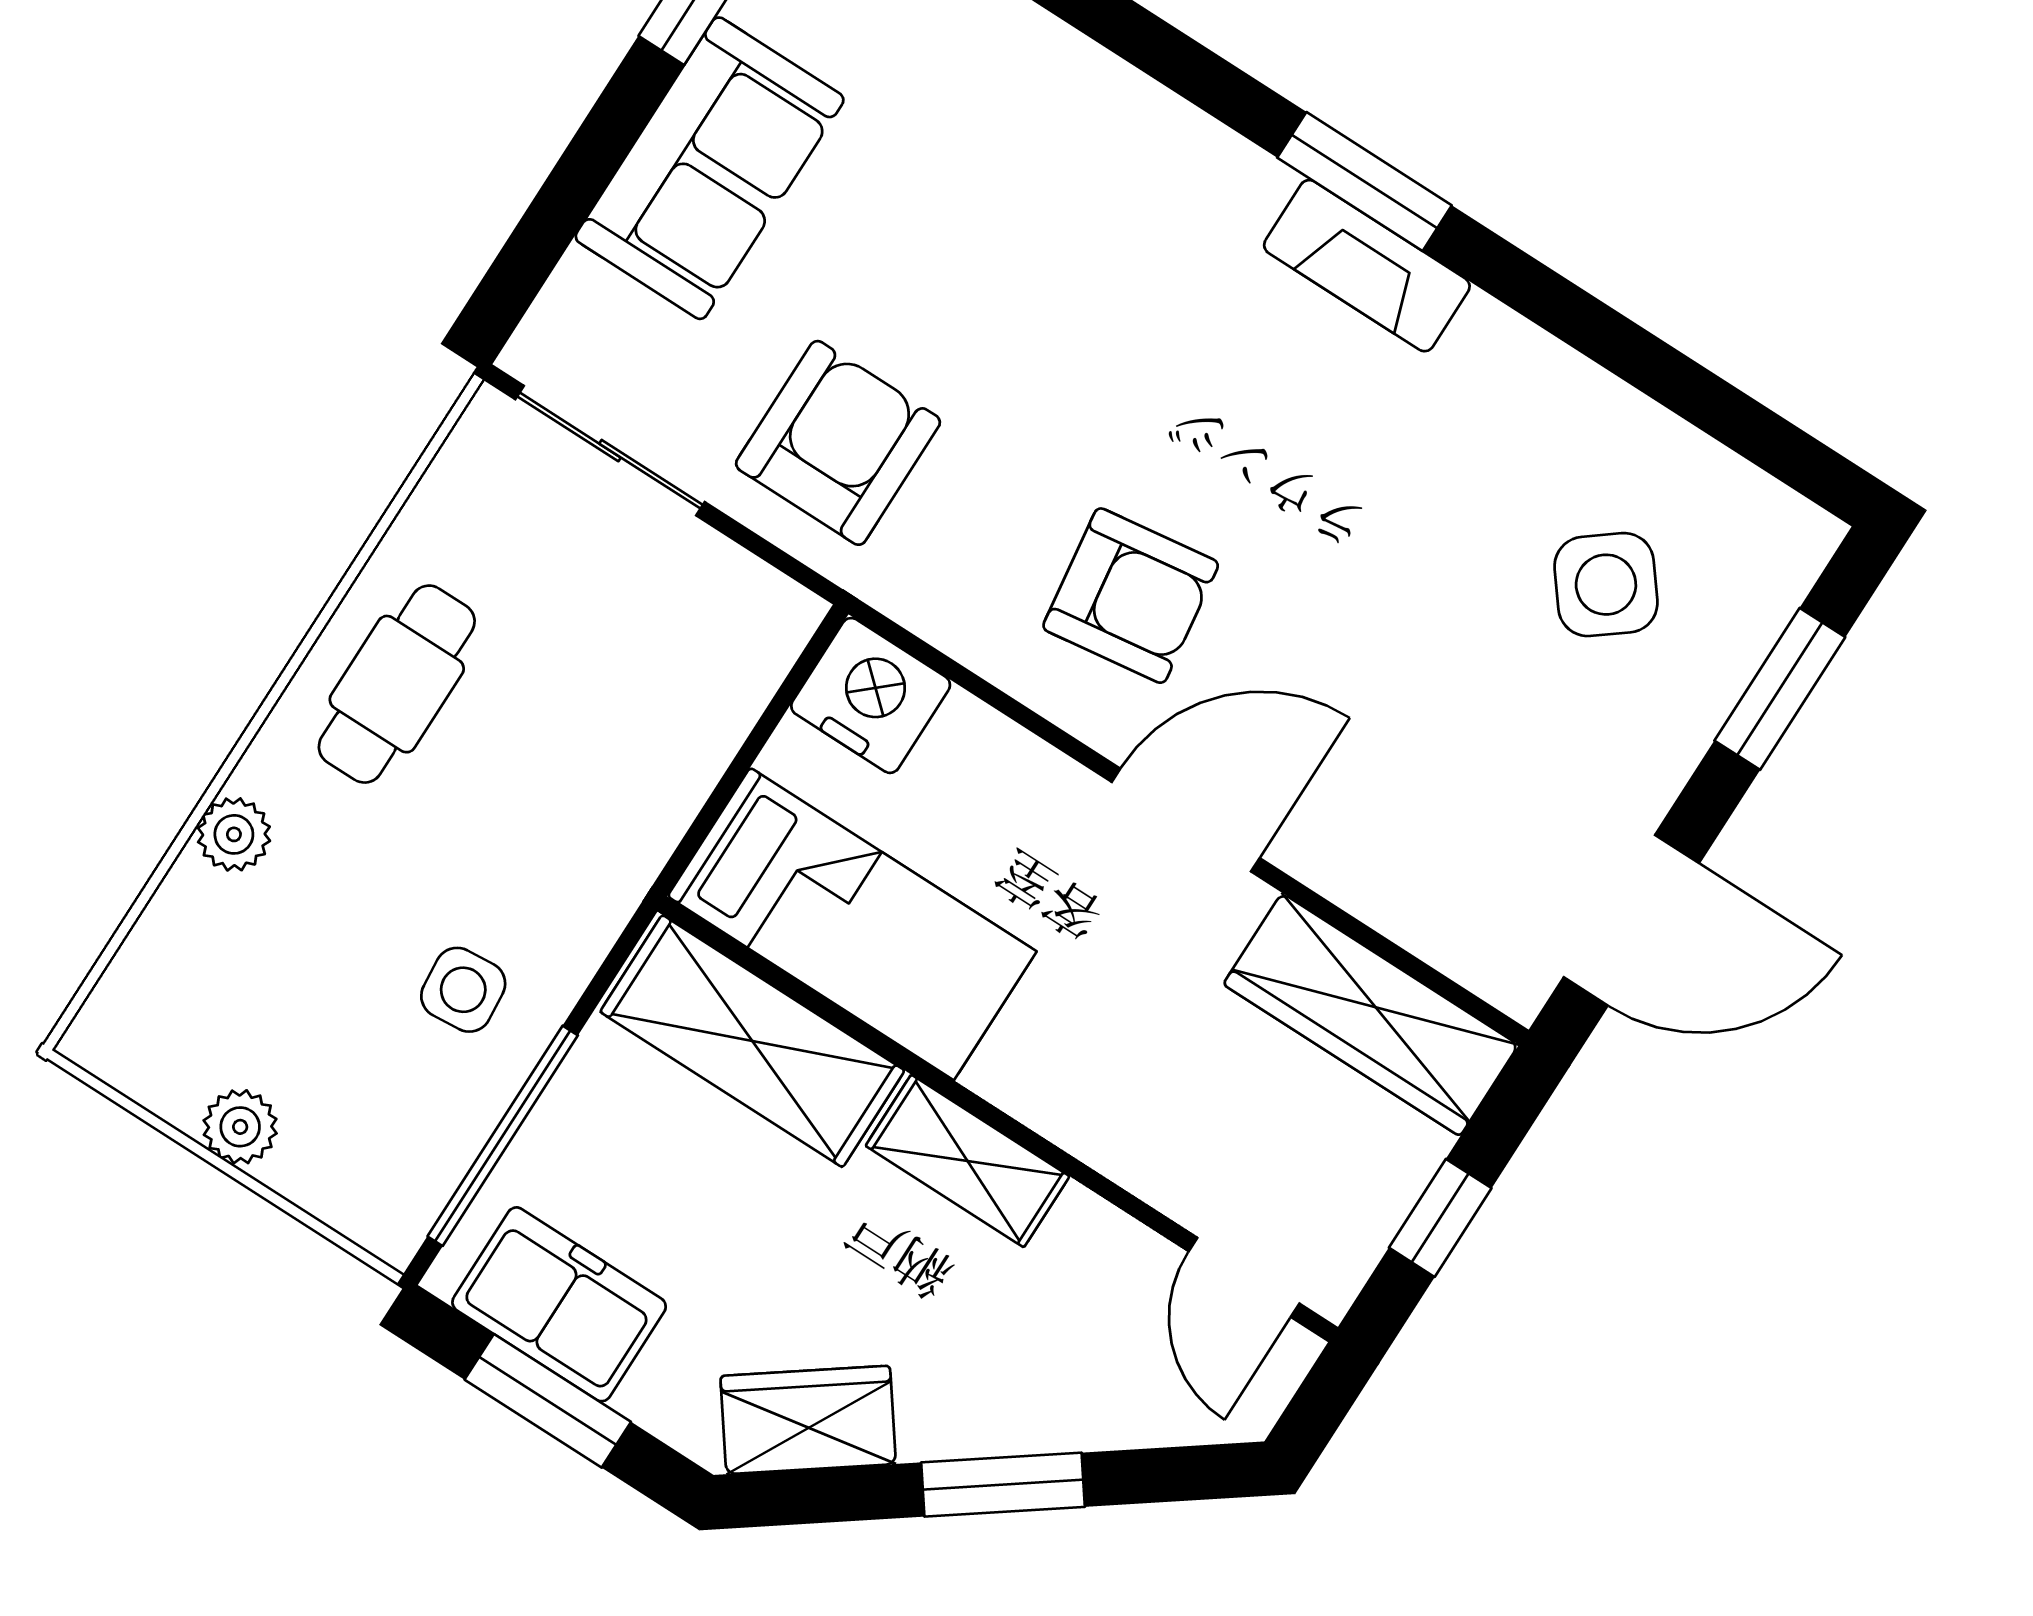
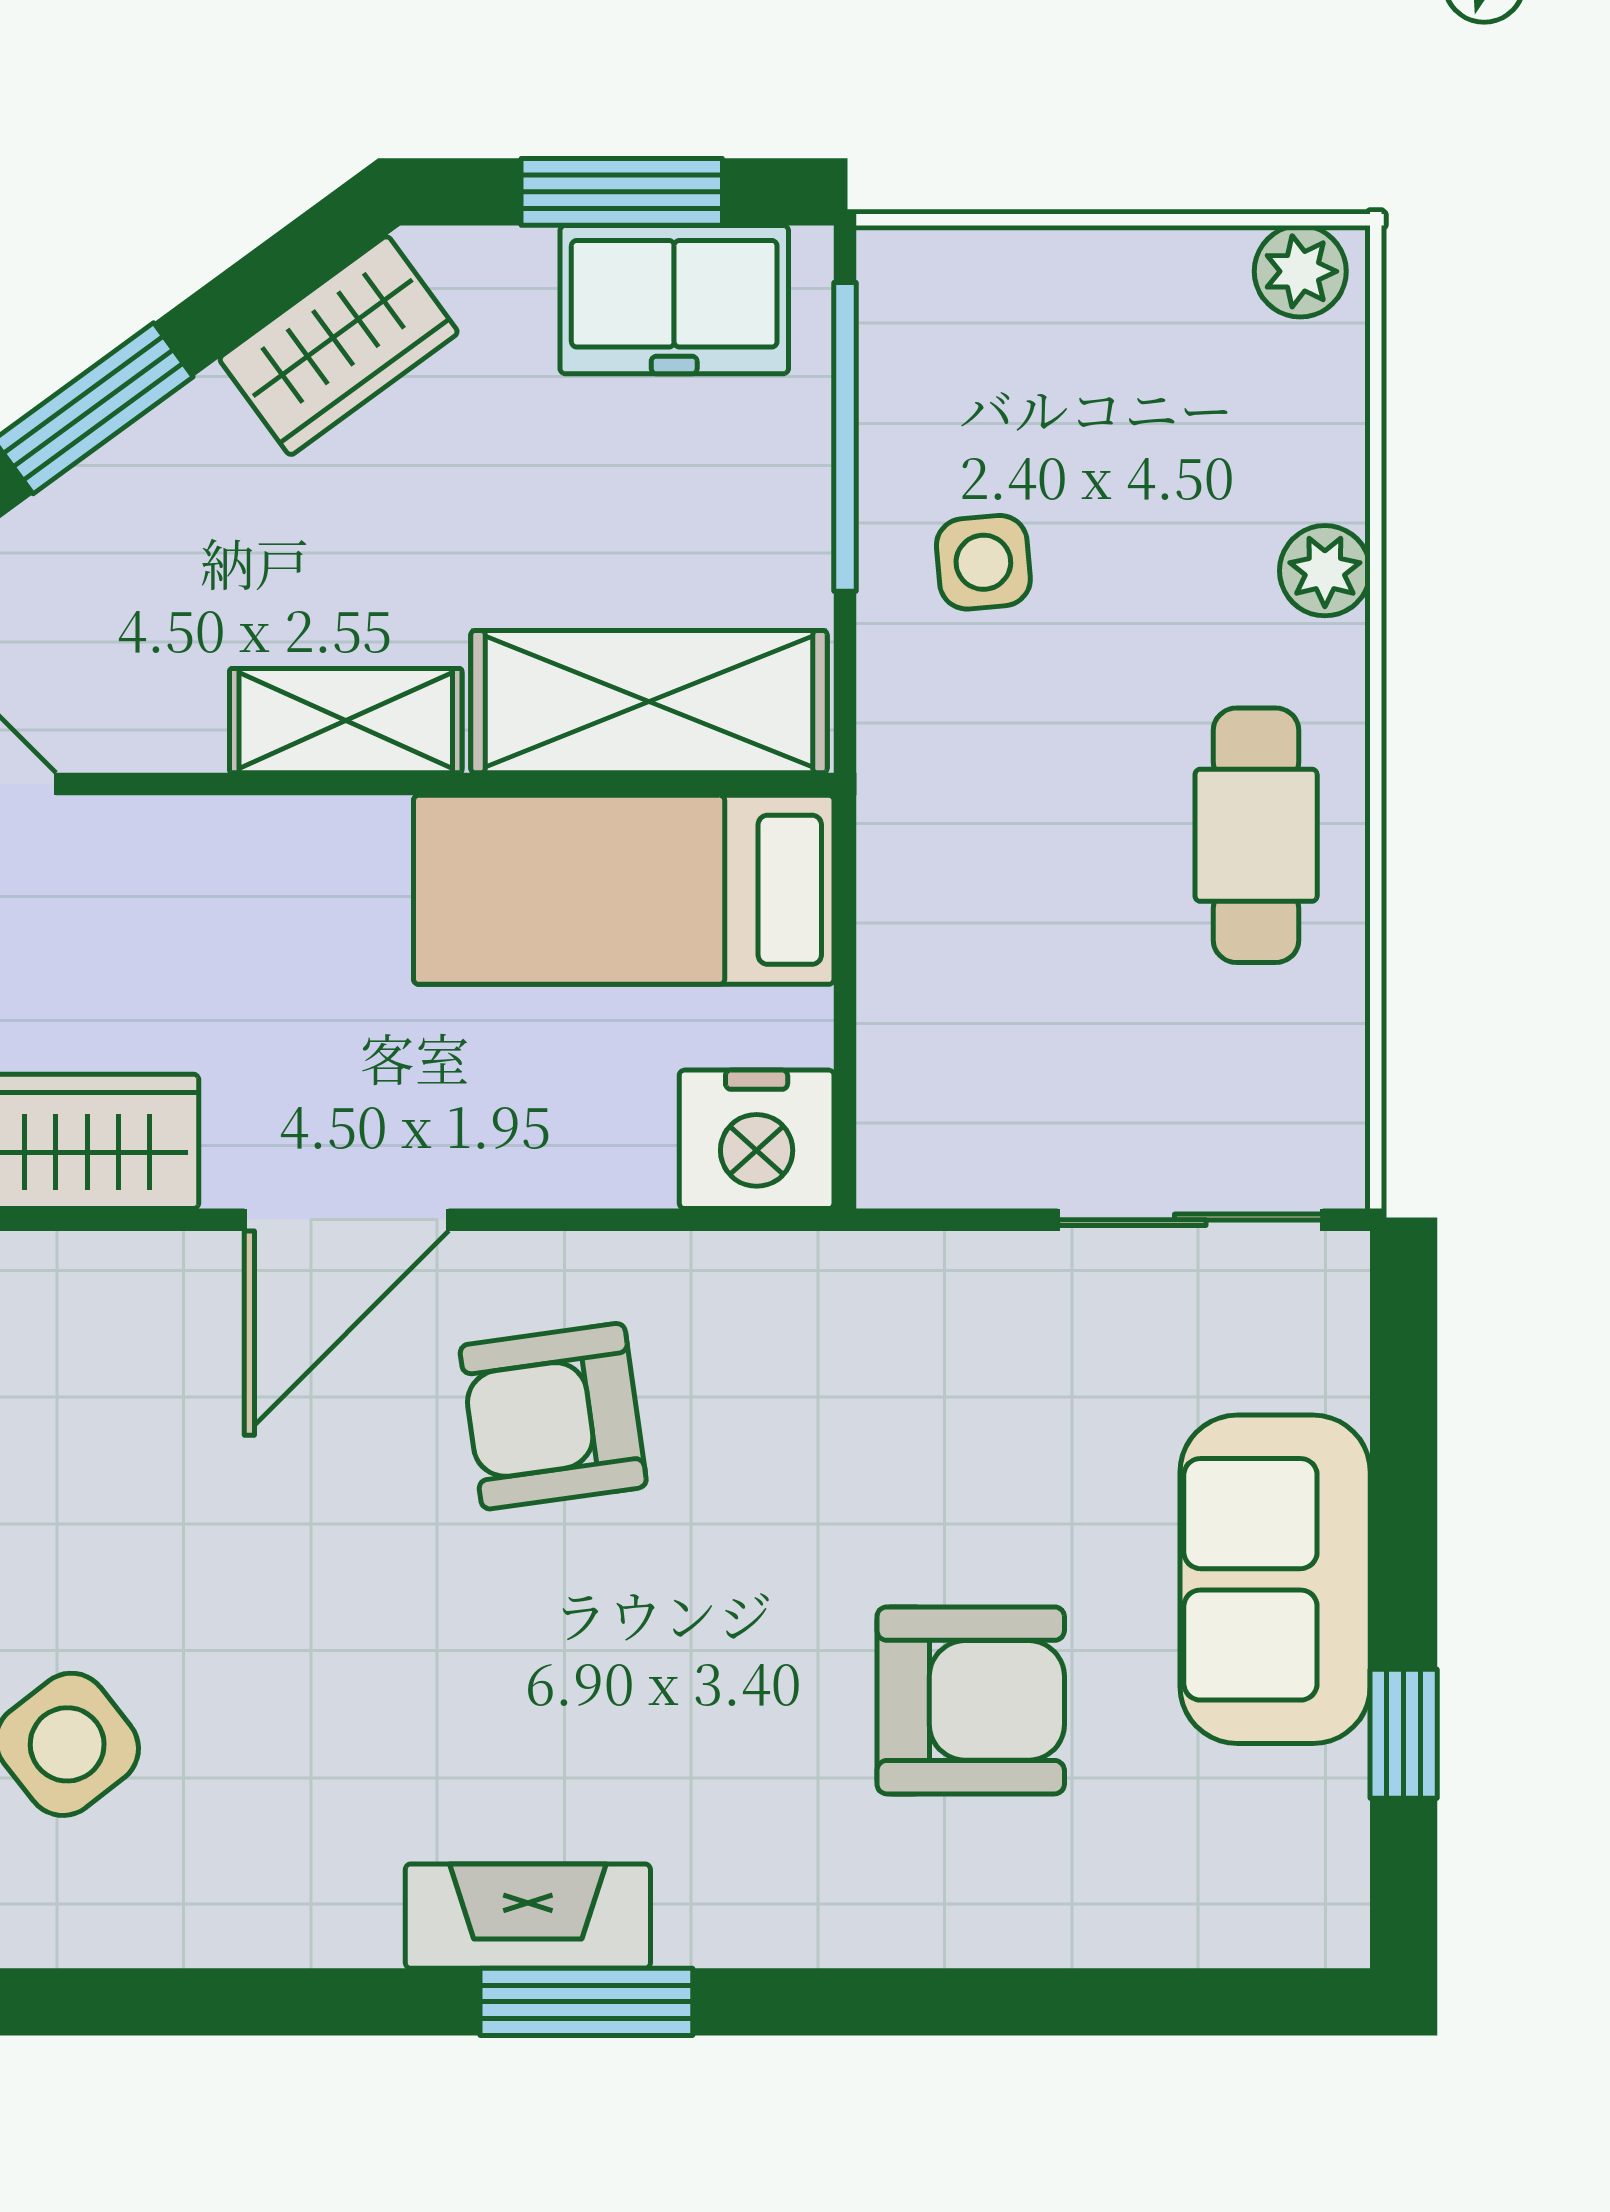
armchair: (838, 443) -> (971, 1700), moved, turned -90
plant: (240, 1127) -> (1300, 271), moved

